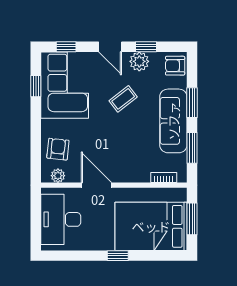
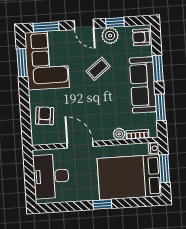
window: (66, 47) -> (46, 27), width x1.50
window: (36, 86) -> (22, 63), width x1.50
plant: (58, 176) -> (119, 134), moved
nightstand: (181, 195) -> (154, 148), added

